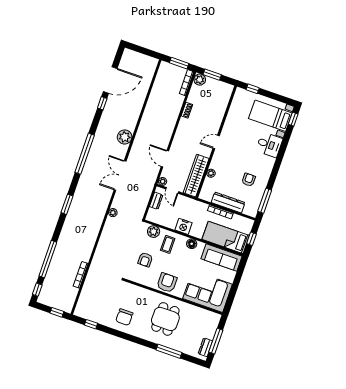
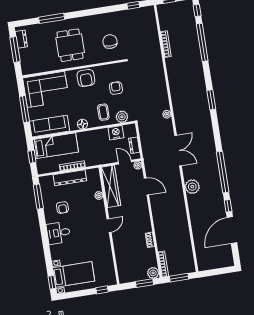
desk: (269, 145) -> (58, 233), moved
window: (85, 154) -> (223, 172), moved
nightstand: (183, 226) -> (116, 133), moved
window: (236, 284) -> (24, 109), added
chair: (124, 317) -> (110, 42), moved

